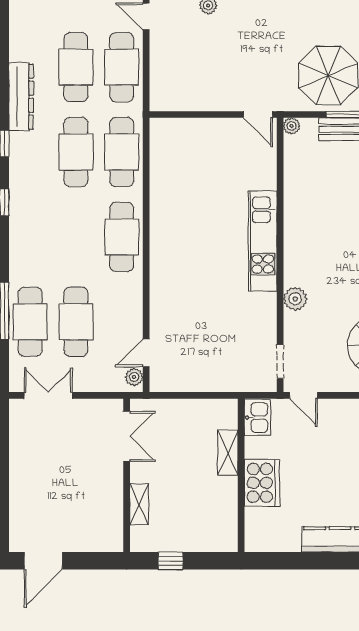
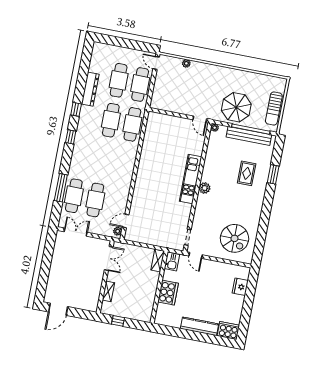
cafe table: (122, 237) -> (125, 164), removed
plant: (295, 299) -> (205, 188), moved
shelving: (228, 453) -> (158, 261), moved

